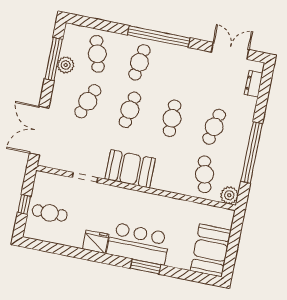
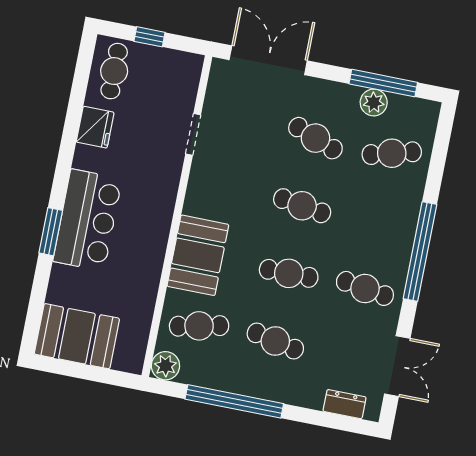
cafe table: (139, 62) -> (365, 288), moved
booth: (130, 169) -> (198, 255), moved
cafe table: (50, 213) -> (114, 71), moved
fridge: (96, 242) -> (95, 127), moved

